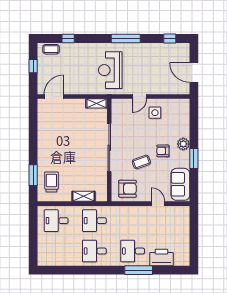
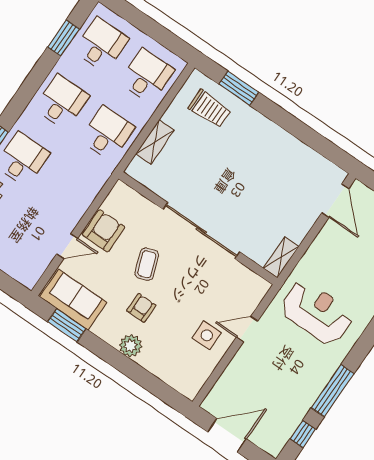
window: (126, 38) -> (333, 391), moved
door: (140, 96) -> (247, 329), hinge flipped
window: (194, 159) -> (67, 325), moved
armchair: (127, 189) -> (104, 231), moved, turned 180
desk: (56, 251) -> (101, 45), added
window: (65, 270) -> (63, 38), added

